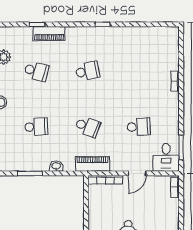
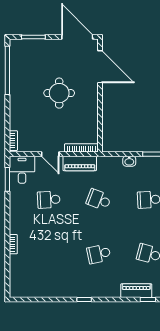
piano: (93, 164) -> (80, 163), moved
door: (137, 173) -> (50, 154), swing flipped

